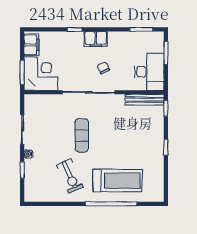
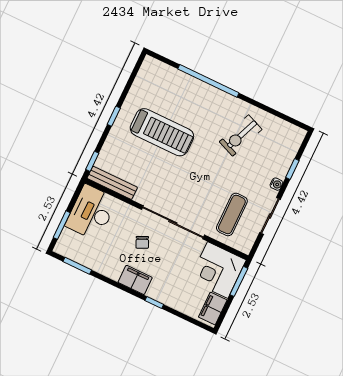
exercise mat: (82, 135) -> (232, 214), moved
exercise bike: (70, 176) -> (241, 136), turned -134
treadmill: (118, 181) -> (162, 132), moved, turned 180

